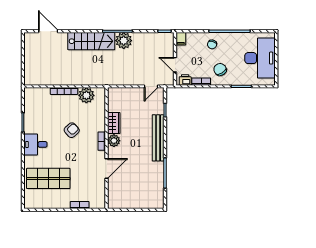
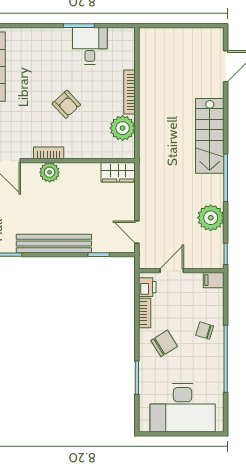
plant: (124, 41) -> (211, 218), moved
wardrobe: (114, 123) -> (118, 172), moved
desk: (35, 144) -> (90, 46), moved

